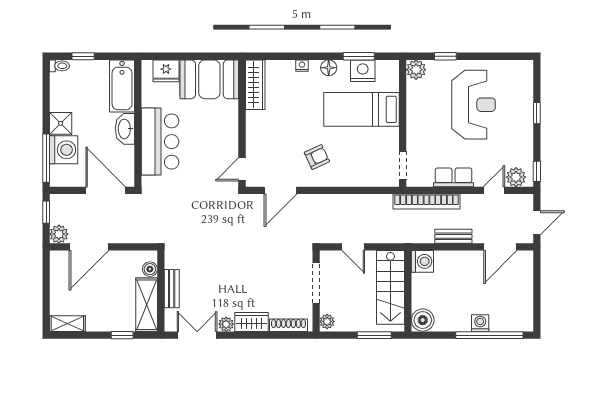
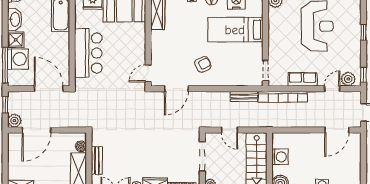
washbasin: (125, 129) -> (15, 19), moved, turned 180
bench: (453, 236) -> (244, 96), moved
washing machine: (422, 261) -> (280, 157), moved

